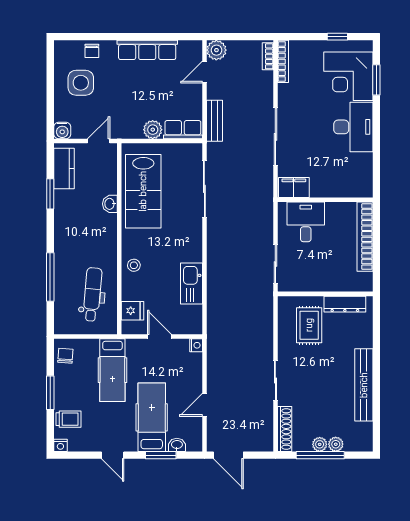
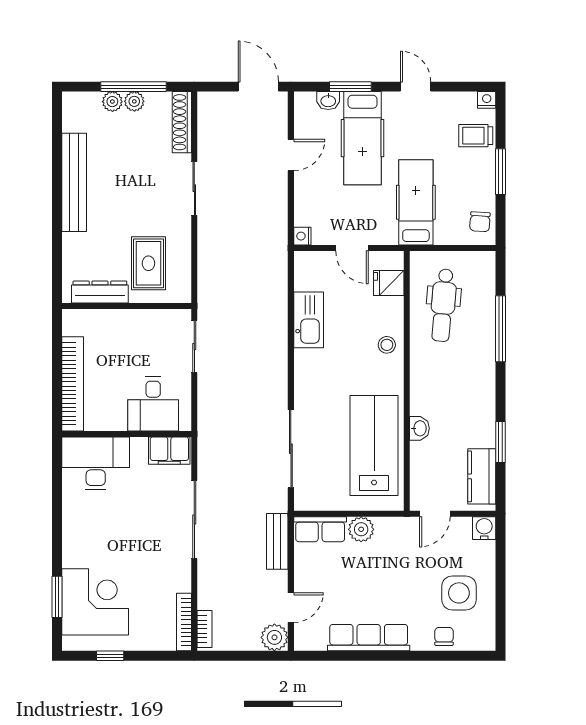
desk: (353, 127) -> (96, 463), moved, turned 90

